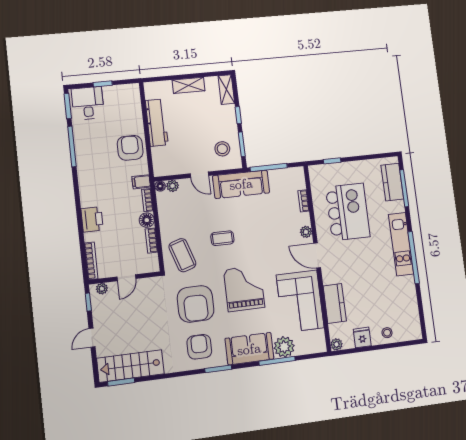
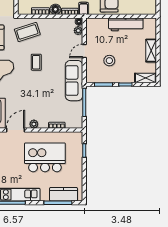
stool: (222, 149) -> (109, 61), moved
kitchen island: (348, 212) -> (45, 157), turned 180

